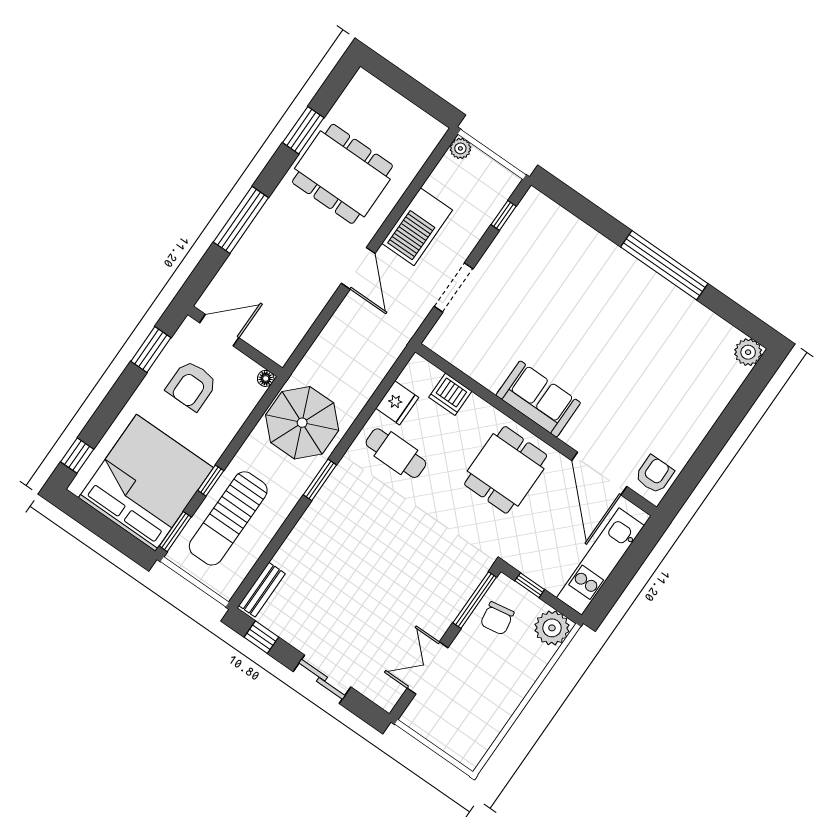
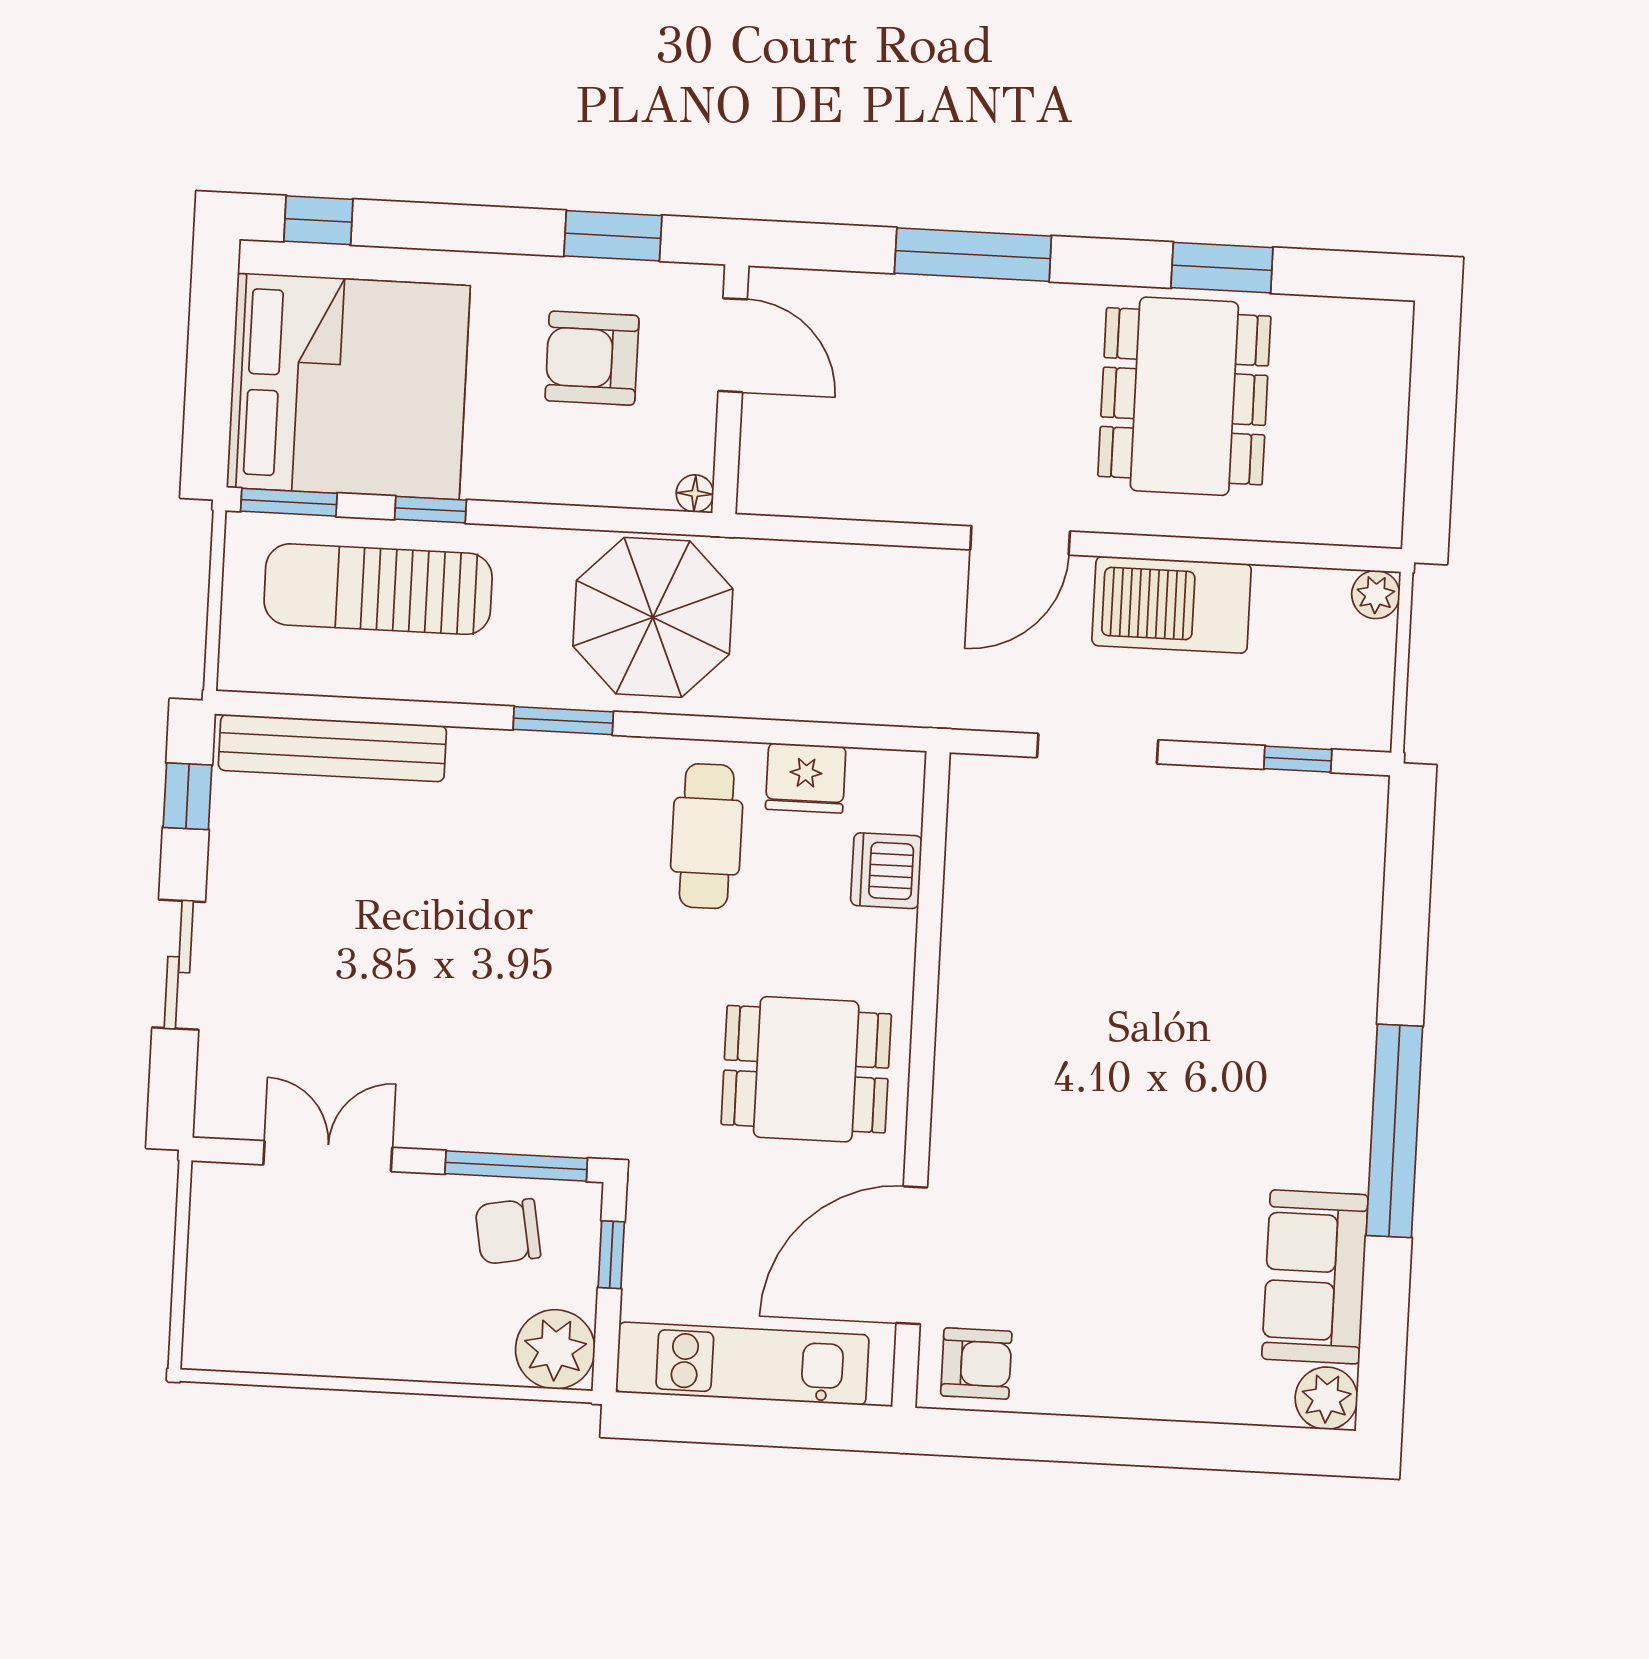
sofa: (538, 399) -> (1315, 1277), moved, turned 180
bench: (262, 590) -> (332, 748), width x1.86, depth x1.21

